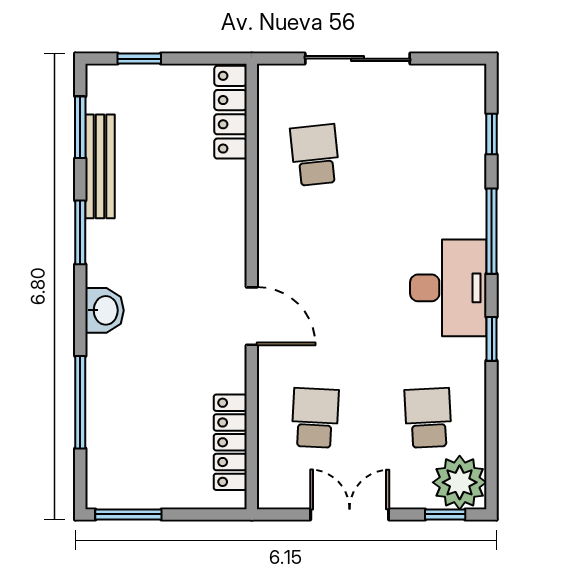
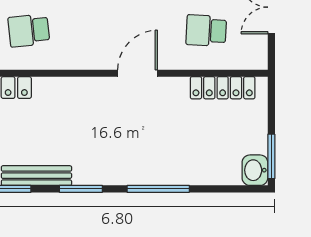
washbasin: (105, 310) -> (255, 170), moved, turned -90
window: (80, 402) -> (158, 189), moved

